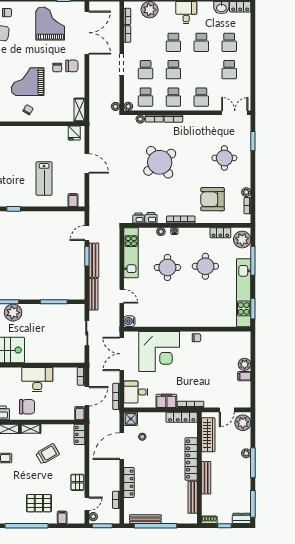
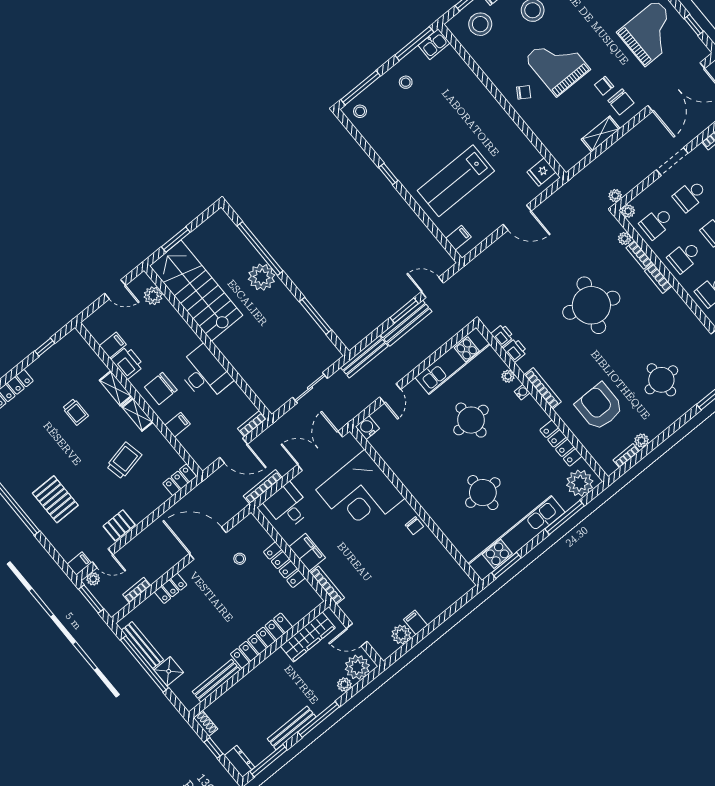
shelving: (79, 110) -> (601, 134), moved
round table: (160, 162) -> (591, 305), turned -32
door: (87, 163) -> (517, 218), hinge flipped
lab bench: (44, 179) -> (456, 181), width x1.36, depth x1.39
locker: (220, 233) -> (561, 443), width x1.53
round table: (205, 266) -> (483, 493), moved
plant: (245, 364) -> (401, 635), moved
chair: (27, 407) -> (161, 388), turned 90
filing cabinet: (80, 413) -> (178, 425), moved
locker: (182, 417) -> (284, 565), moved
shower: (131, 419) -> (169, 671), moved
plant: (246, 453) -> (344, 685), moved
trolley: (48, 454) -> (124, 461), turned -72
bench: (206, 478) -> (292, 728), moved
locker: (129, 482) -> (171, 588), width x0.66
filing cabinet: (62, 517) -> (79, 564), moved

